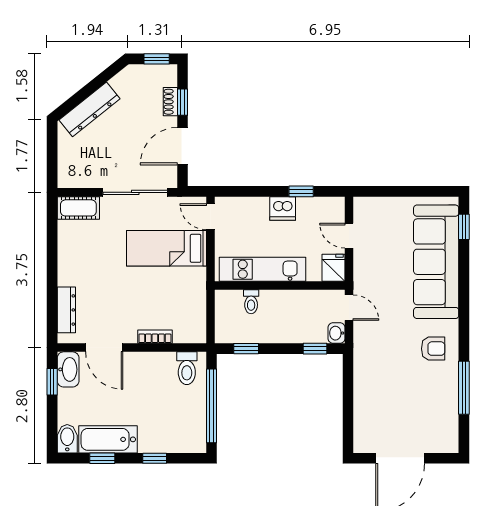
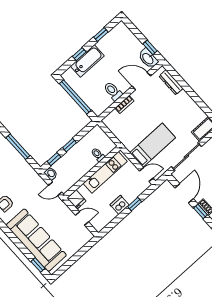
window: (301, 191) -> (135, 204), moved
window: (246, 349) -> (69, 145), moved
toilet: (187, 368) -> (113, 91), moved
window: (348, 409) -> (18, 147), added
bidet: (67, 439) -> (123, 30), removed
bathtub: (108, 439) -> (87, 61), moved

